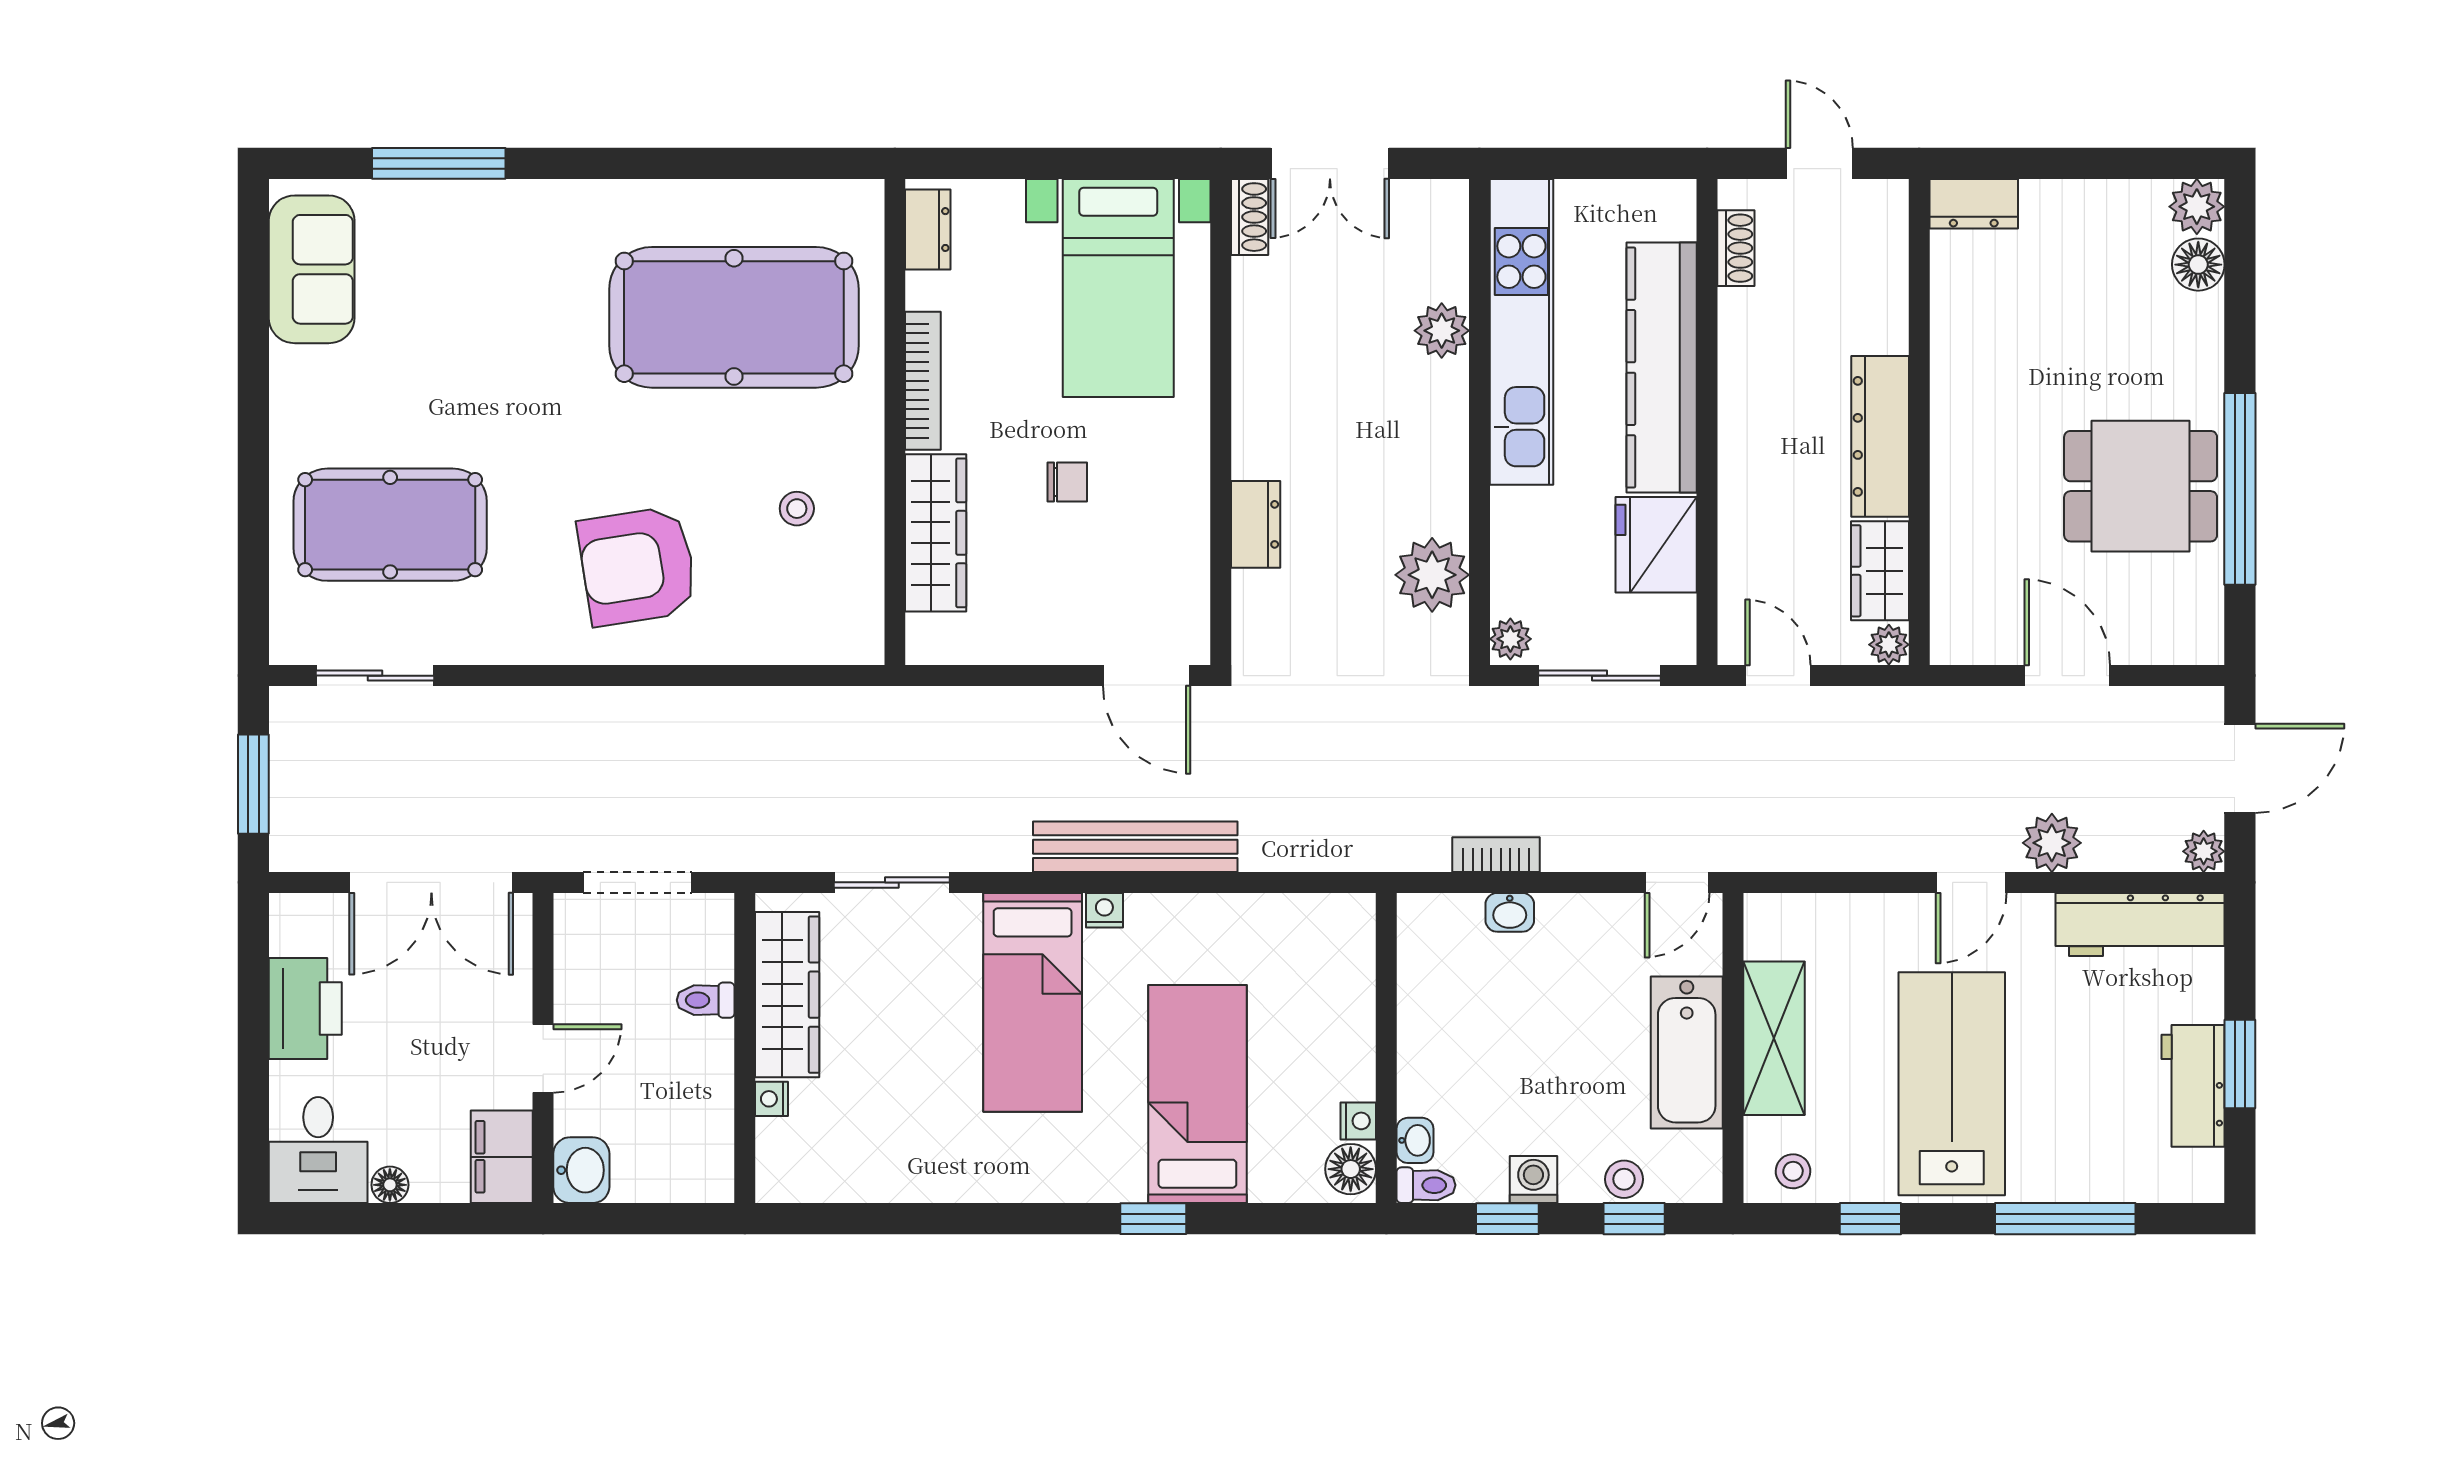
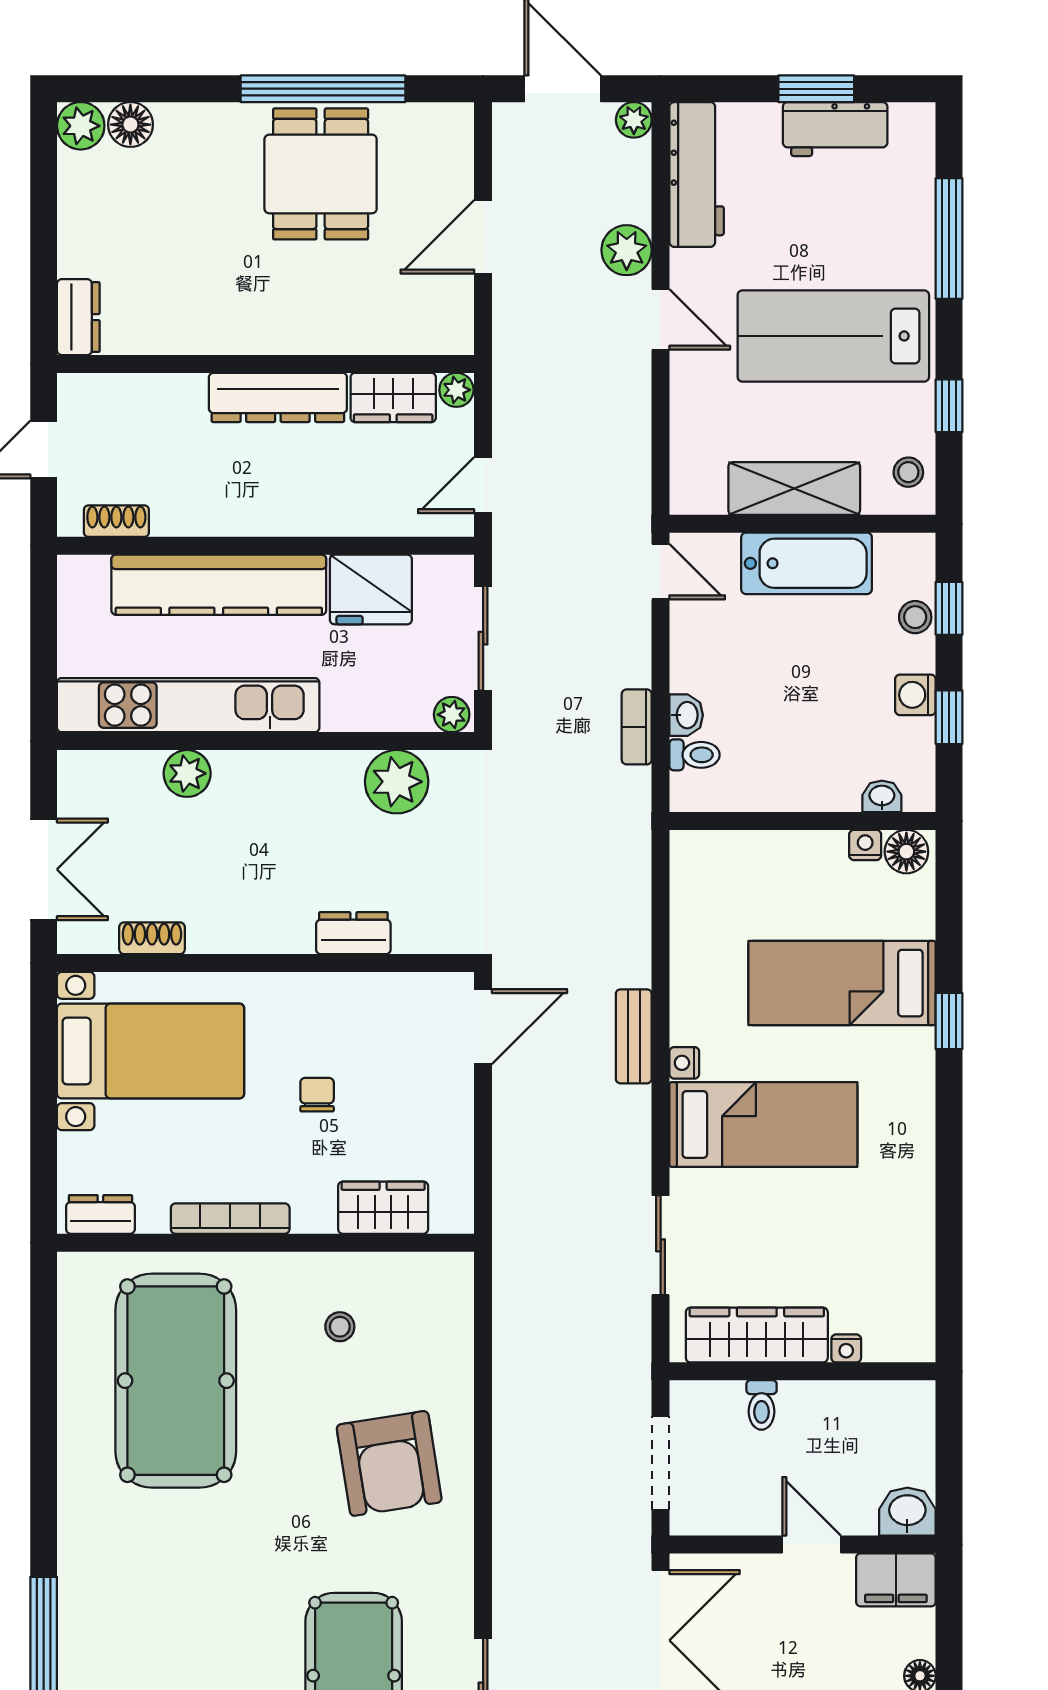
shoe rack: (1250, 217) -> (152, 938), moved
wardrobe: (936, 533) -> (383, 1208), width x0.67
bench: (1135, 847) -> (634, 1036), width x0.54, depth x0.82
toilet: (1426, 1185) -> (695, 755), moved, turned 90

